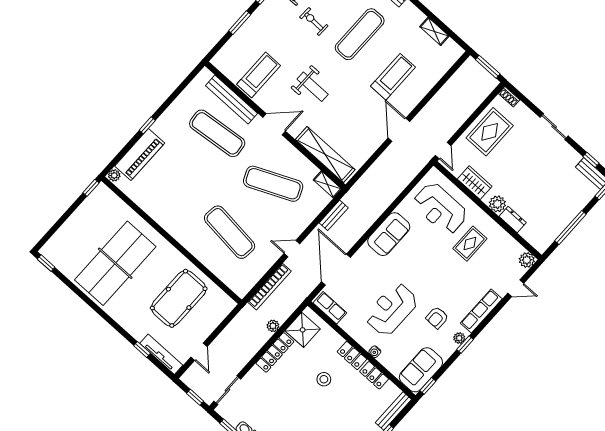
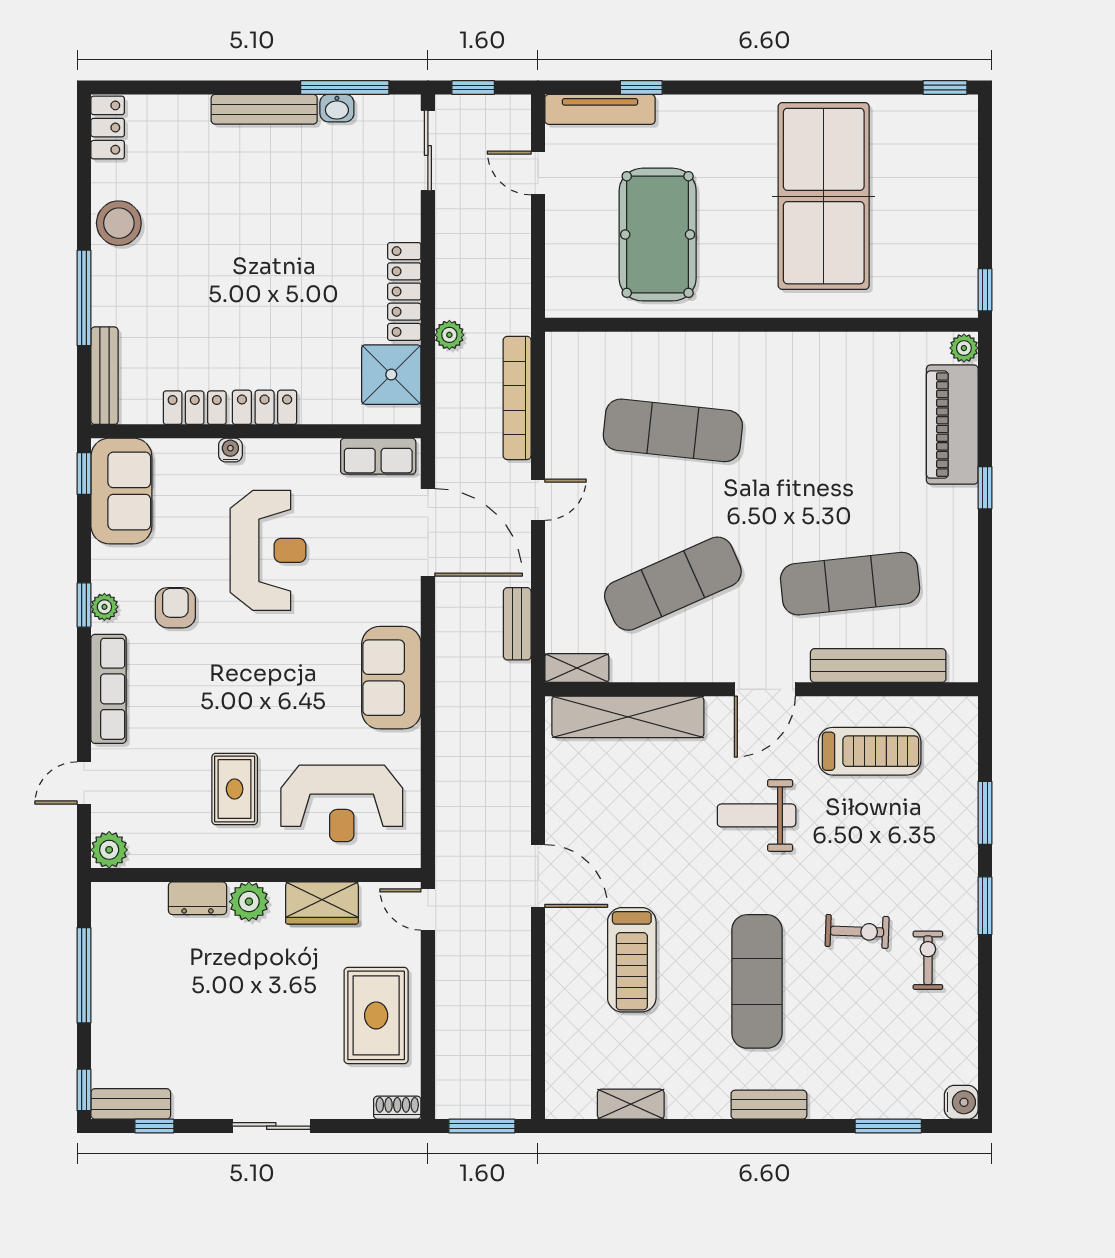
treadmill: (259, 75) -> (870, 751), turned -90
reception desk: (440, 208) -> (342, 803), turned 180
stool: (324, 379) -> (276, 322), removed

